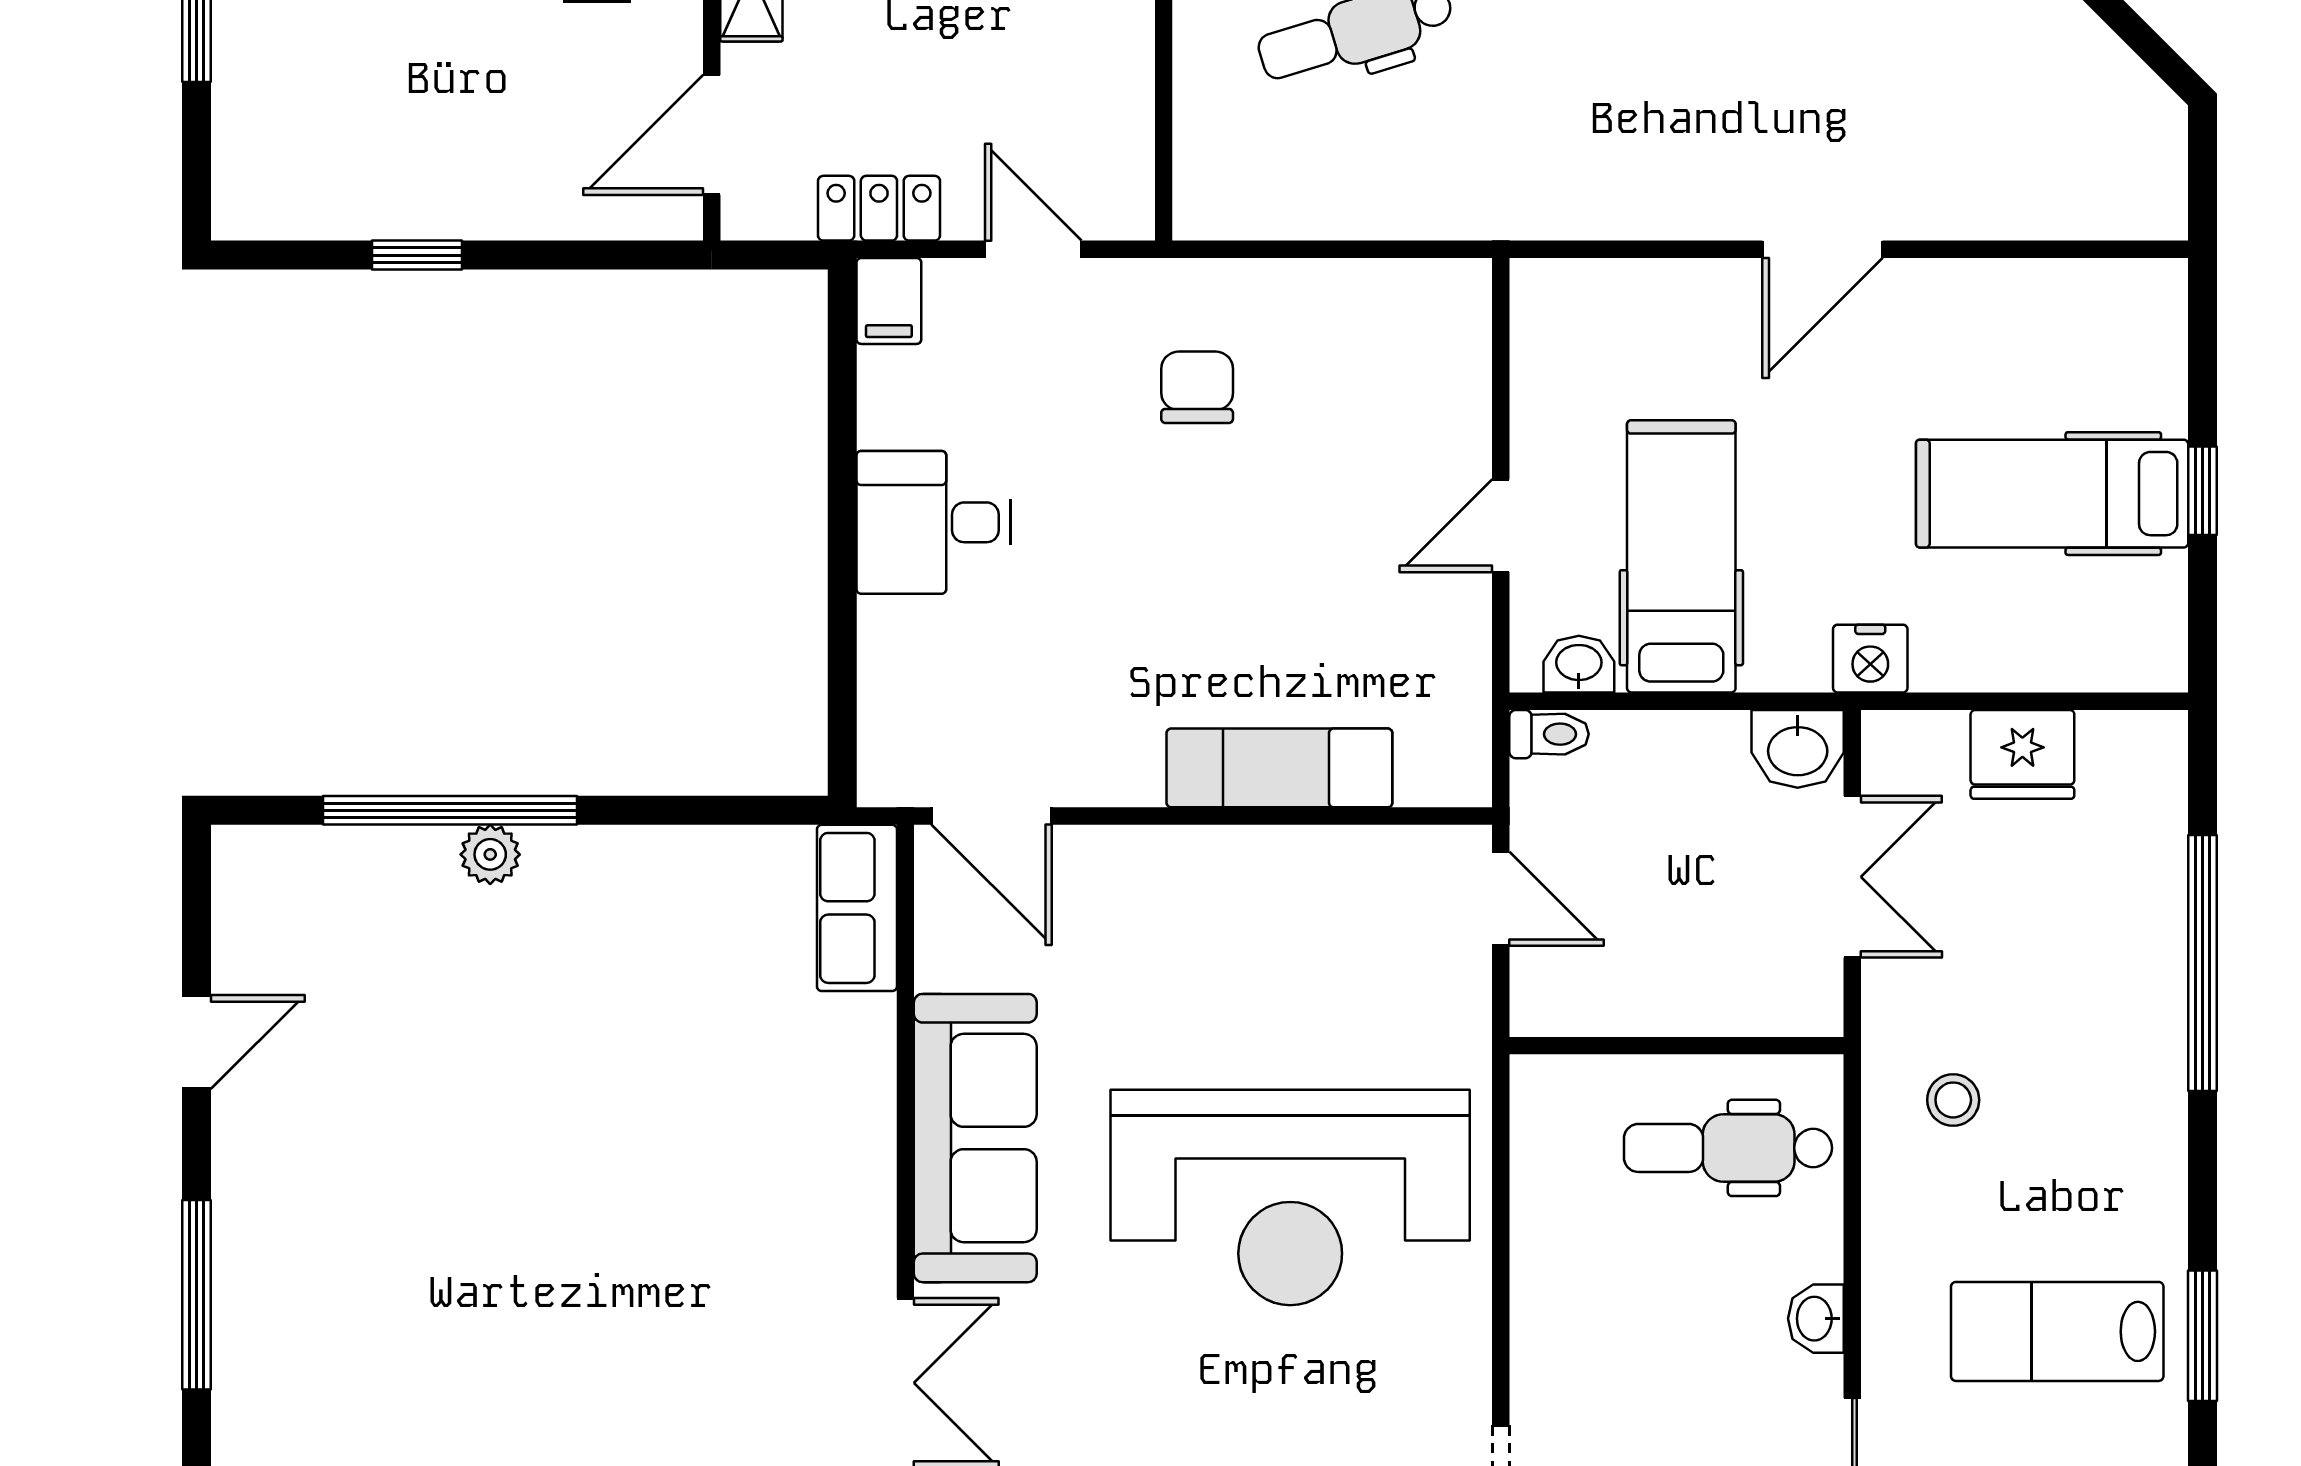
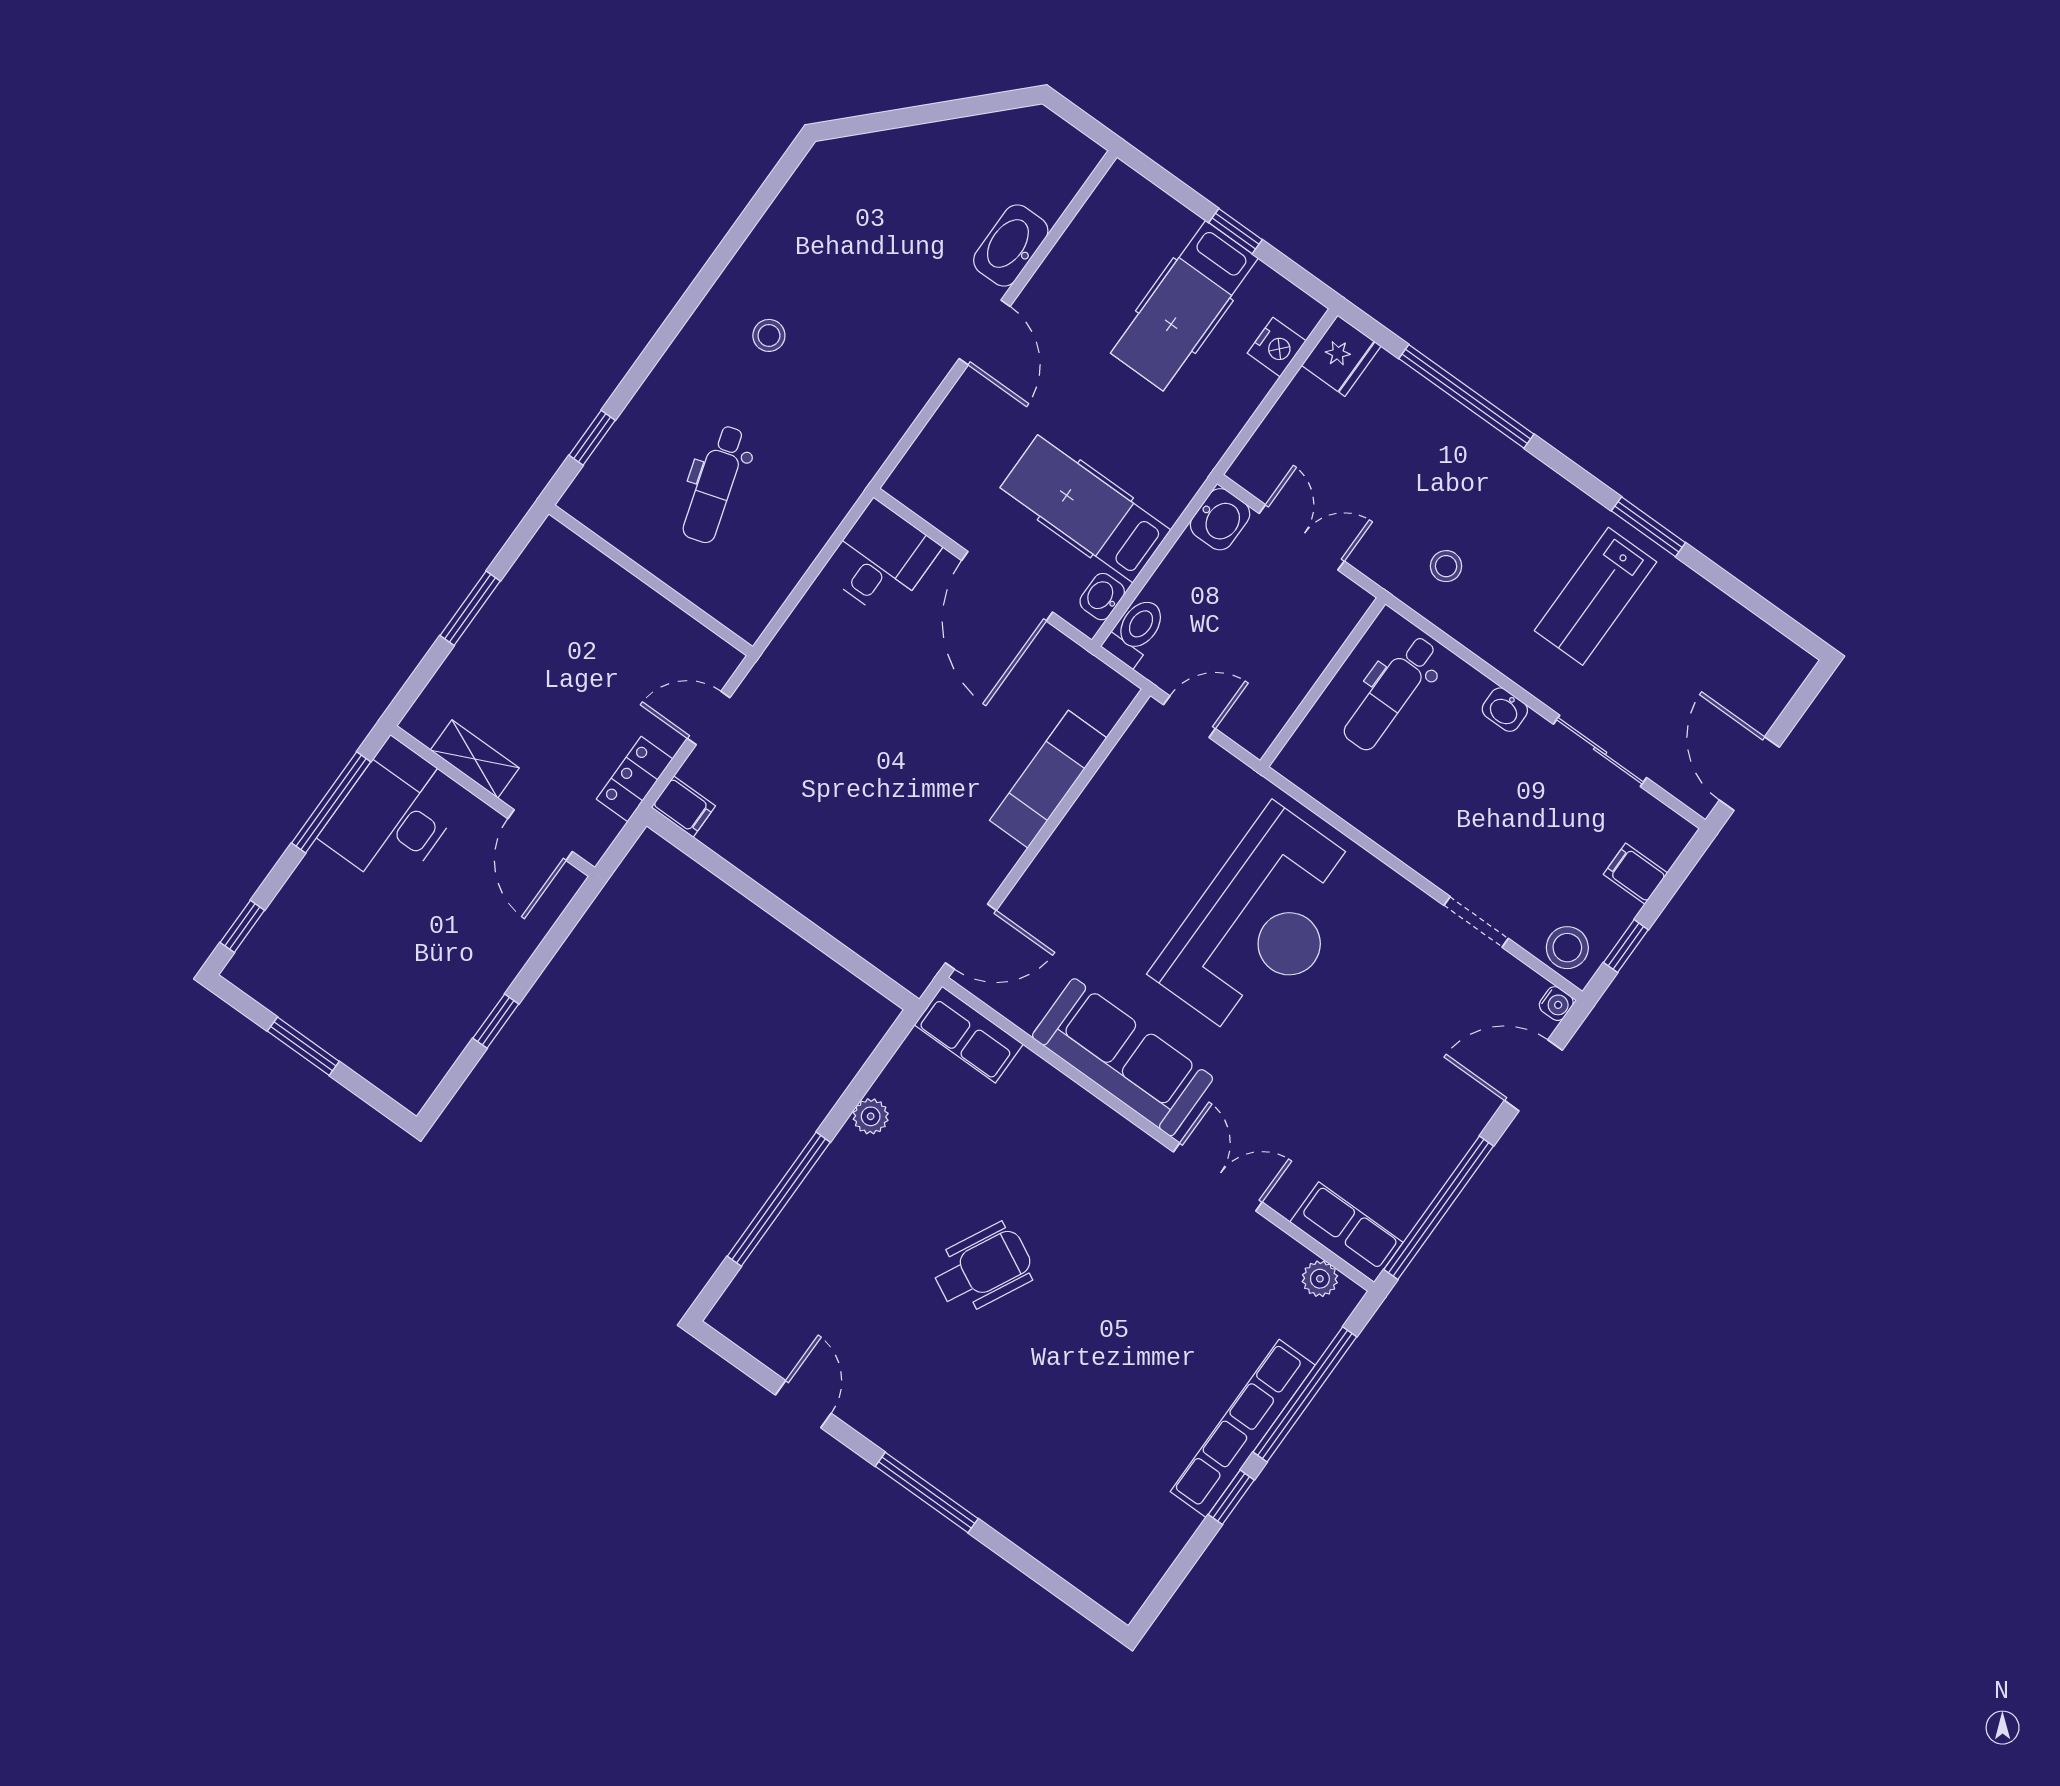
washbasin: (1965, 200) -> (1011, 245), added
chair: (1197, 387) -> (833, 686), removed
desk: (934, 522) -> (881, 559), moved, turned 180
door: (1501, 526) -> (1007, 586), width x1.88
nightstand: (1870, 659) -> (1277, 347), moved
toilet: (1549, 734) -> (1136, 631), width x1.37, depth x1.39
fridge: (2022, 754) -> (1341, 356), moved
plant: (490, 854) -> (871, 1116), moved
wheelchair: (554, 1153) -> (983, 1268), added

